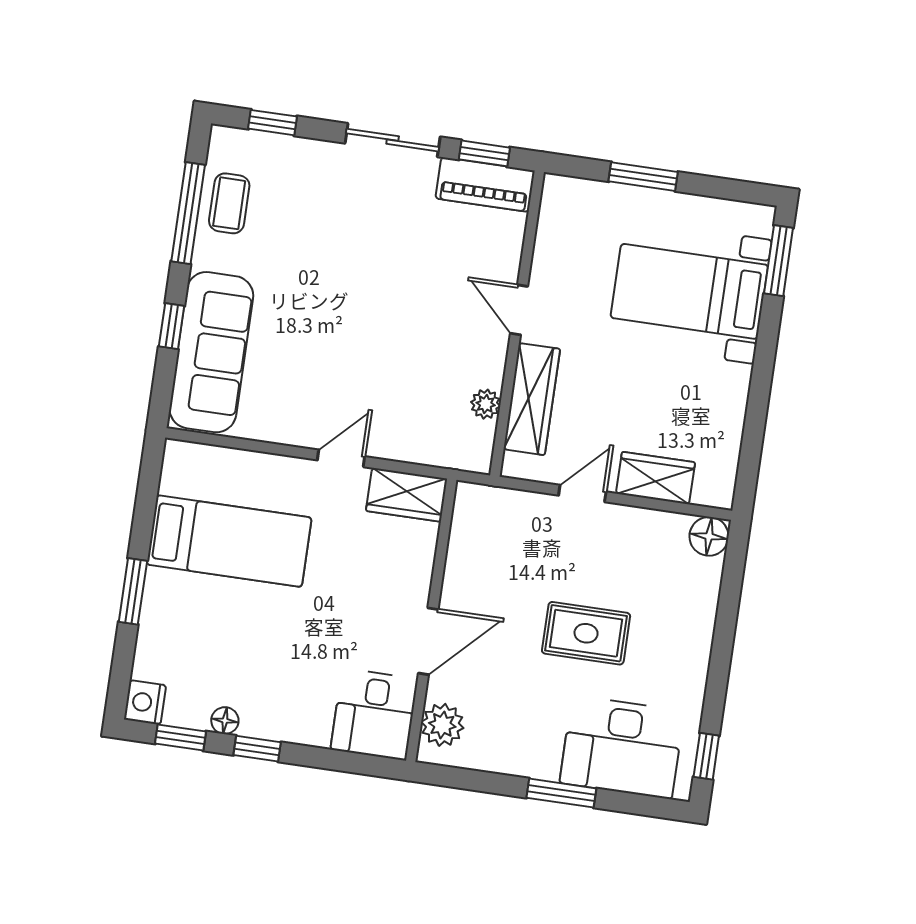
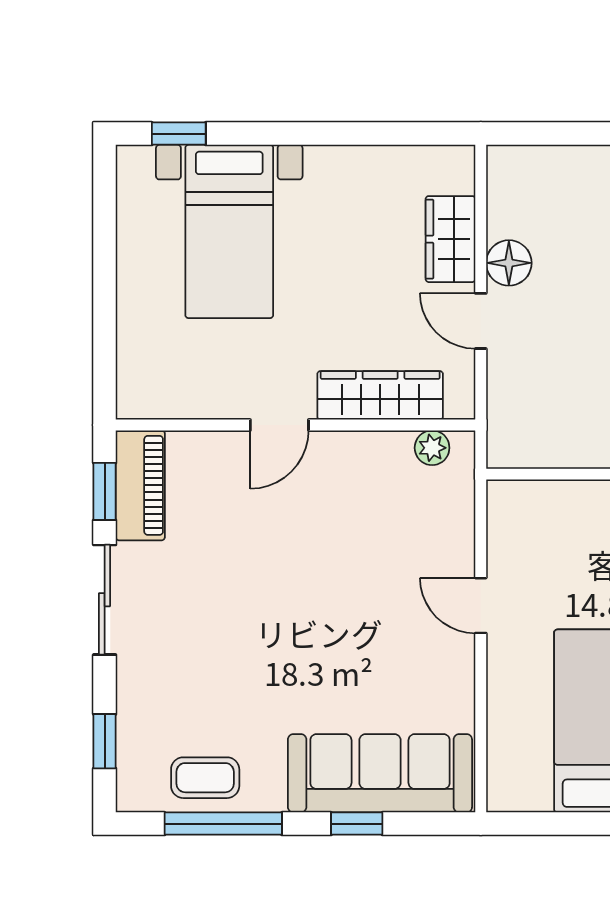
window: (643, 177) -> (105, 304), removed
window: (779, 261) -> (179, 134), width x0.67
plant: (486, 404) -> (432, 448), moved
wardrobe: (407, 495) -> (512, 524), removed
floor lamp: (709, 536) -> (509, 263), moved

